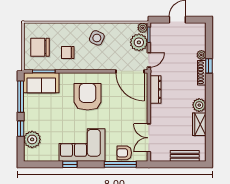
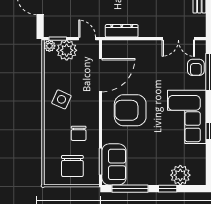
door: (130, 71) -> (101, 75), moved

